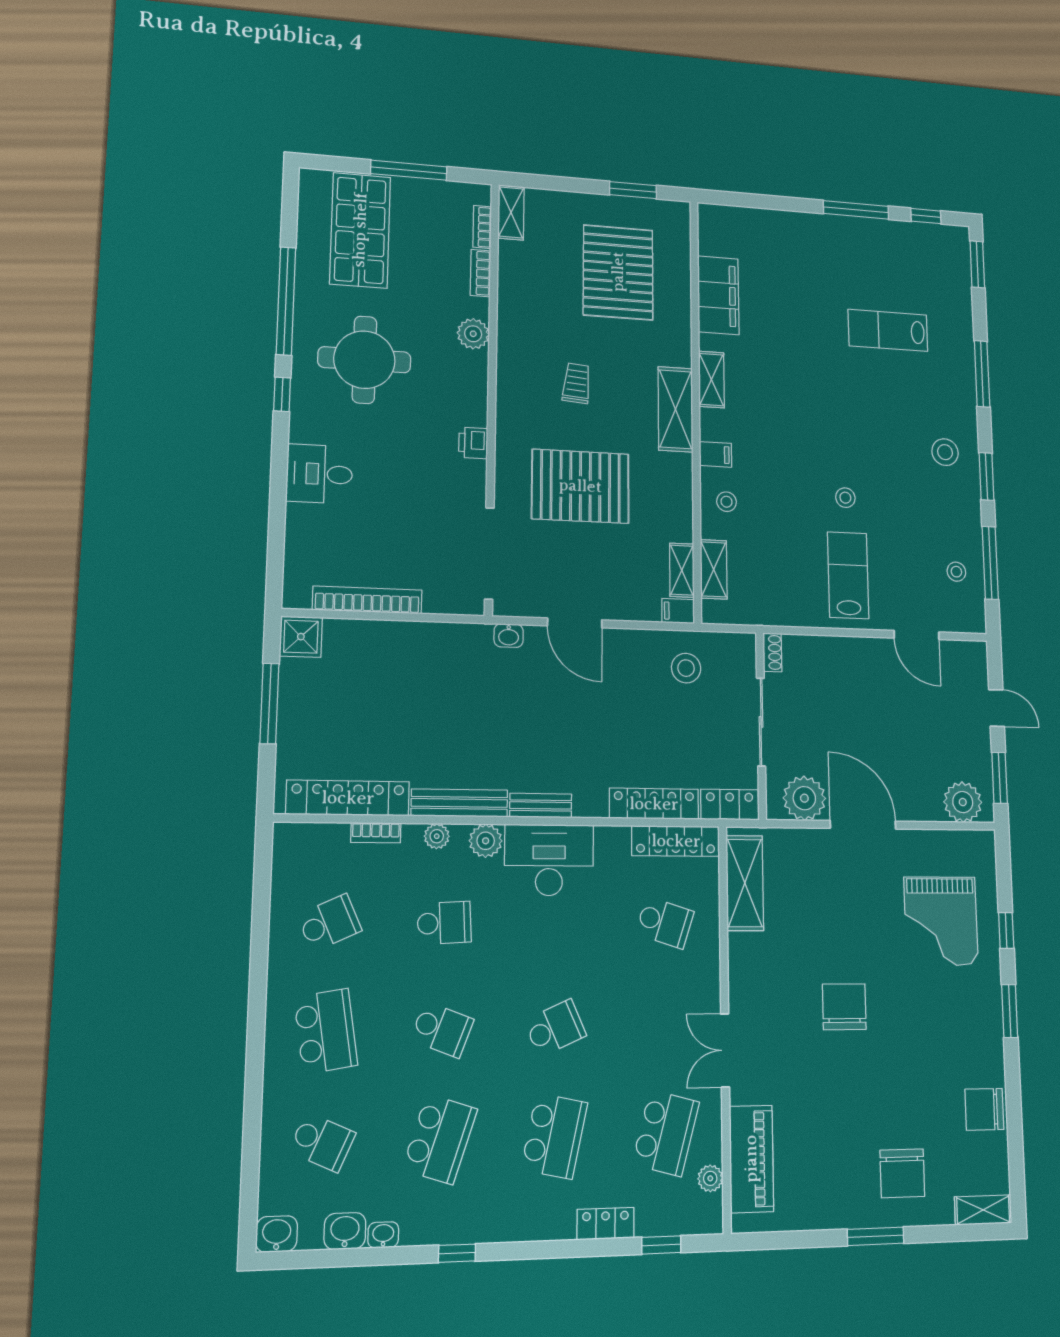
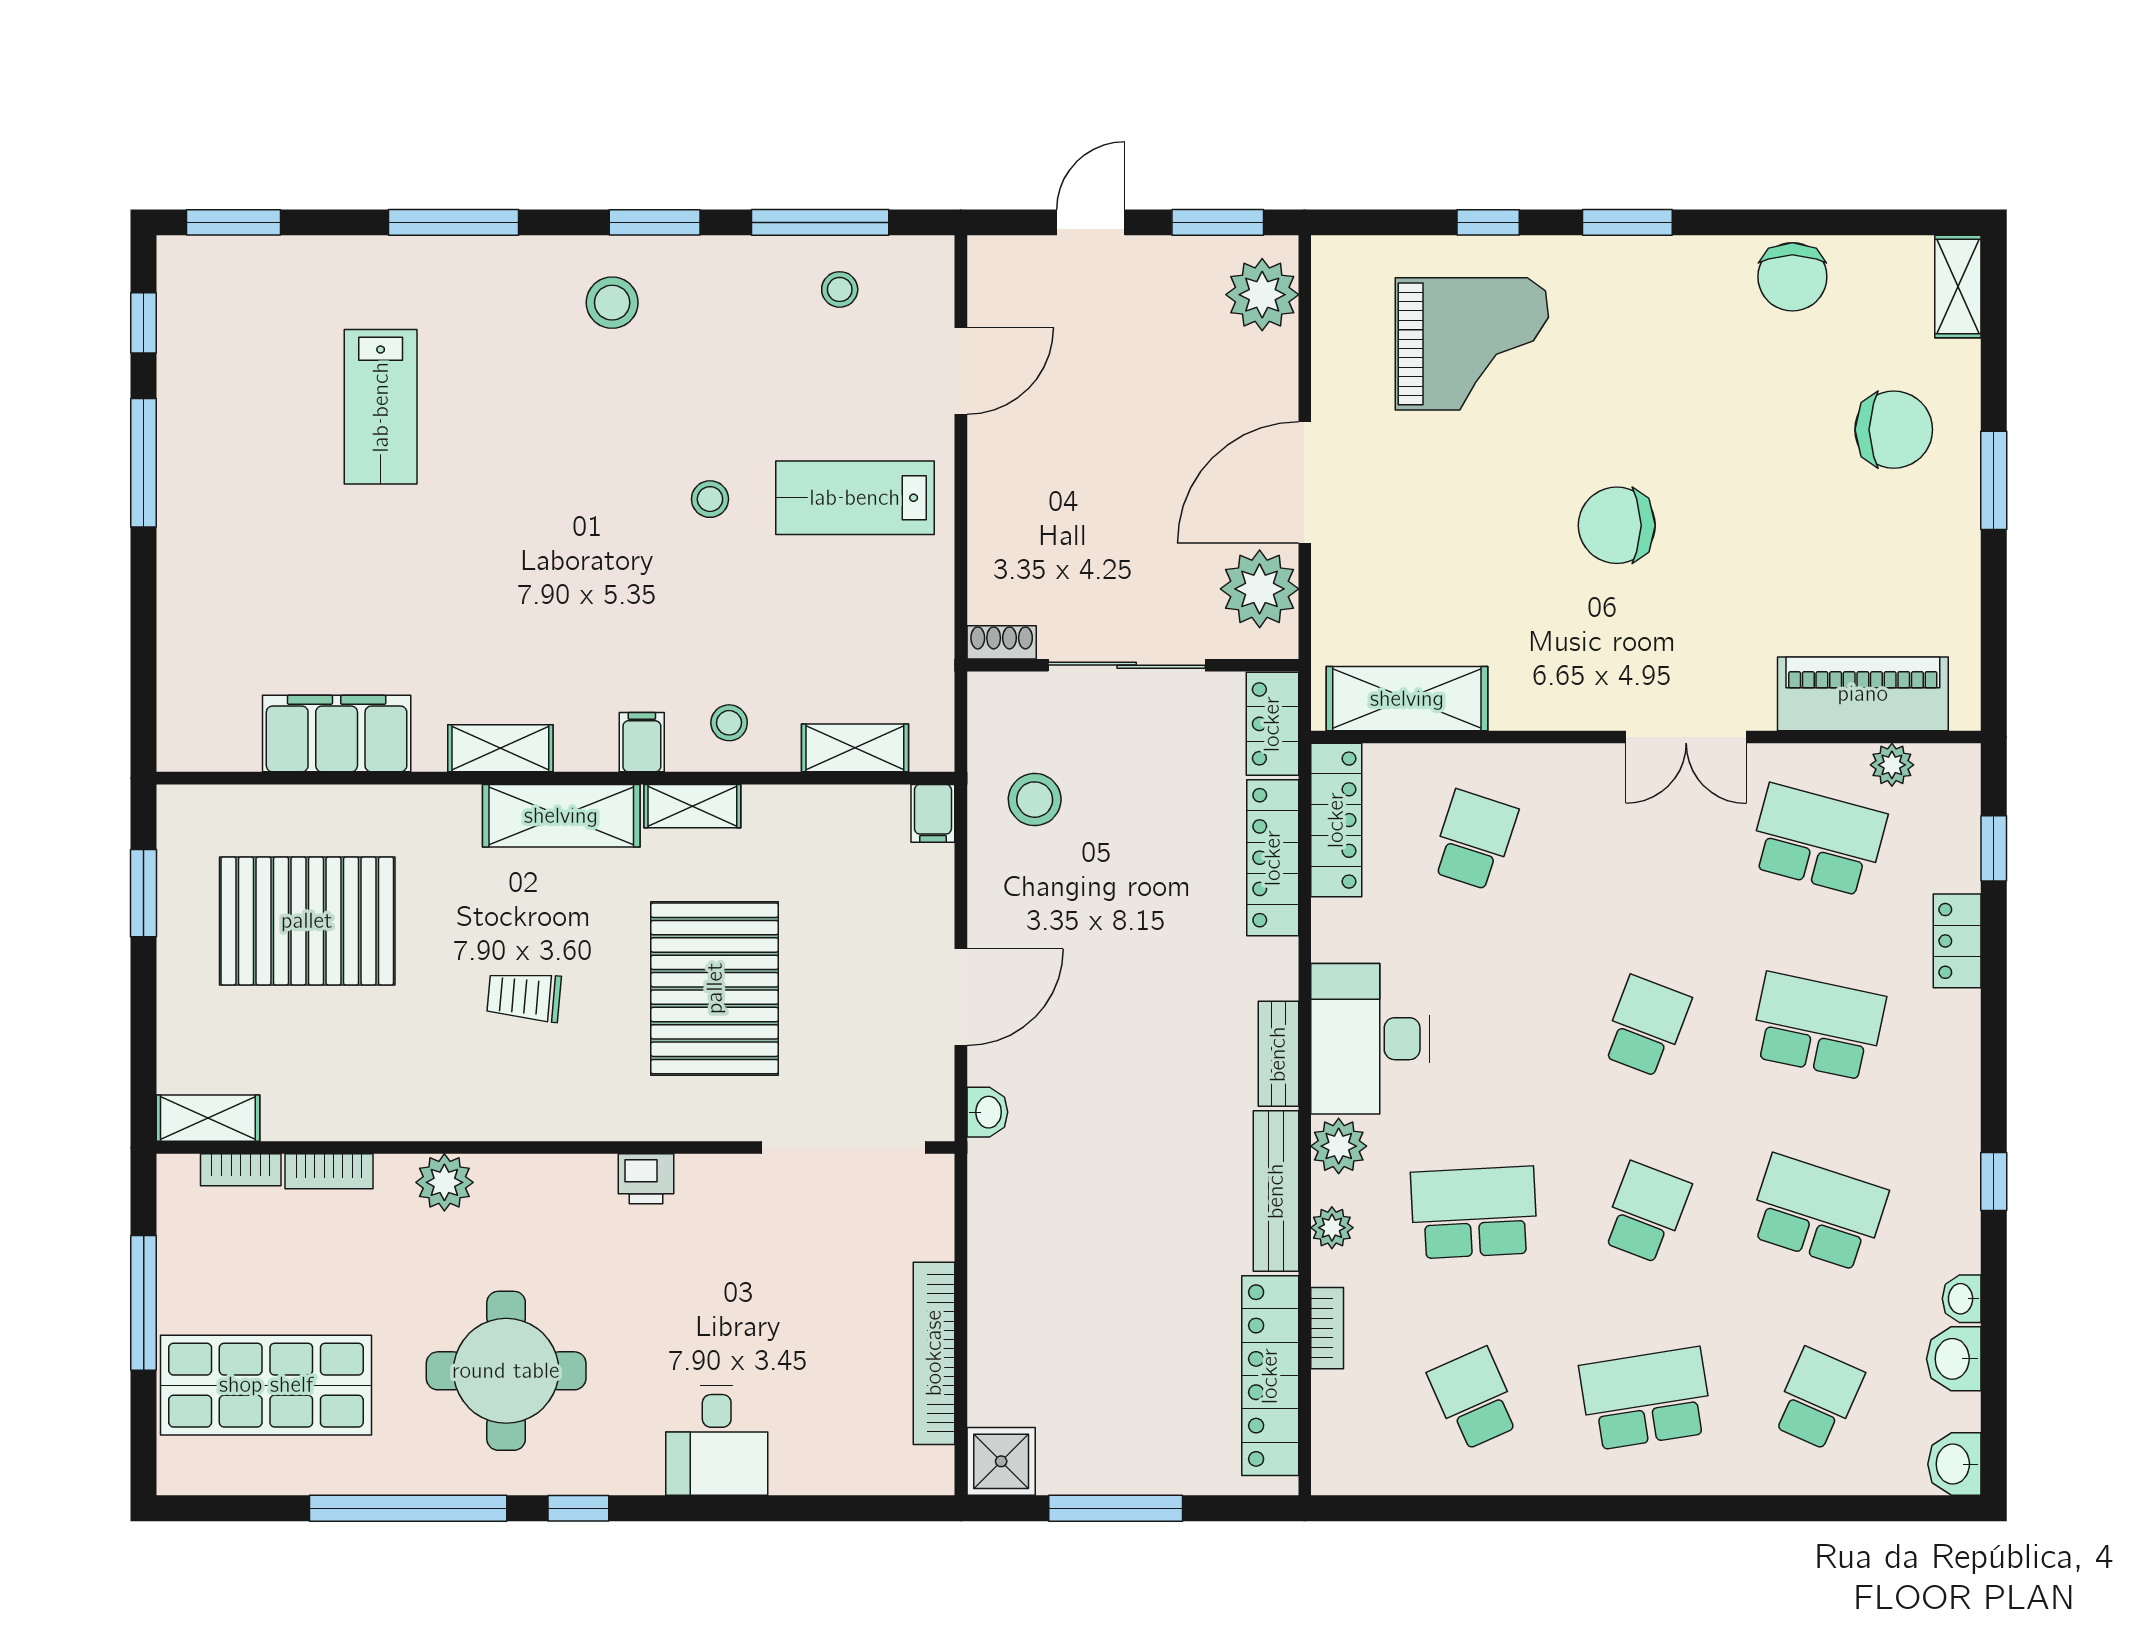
shelving: (682, 570) -> (692, 806), moved
school desk: (444, 923) -> (1474, 1212), width x1.85
school desk: (555, 1028) -> (1646, 1026), turned 45

